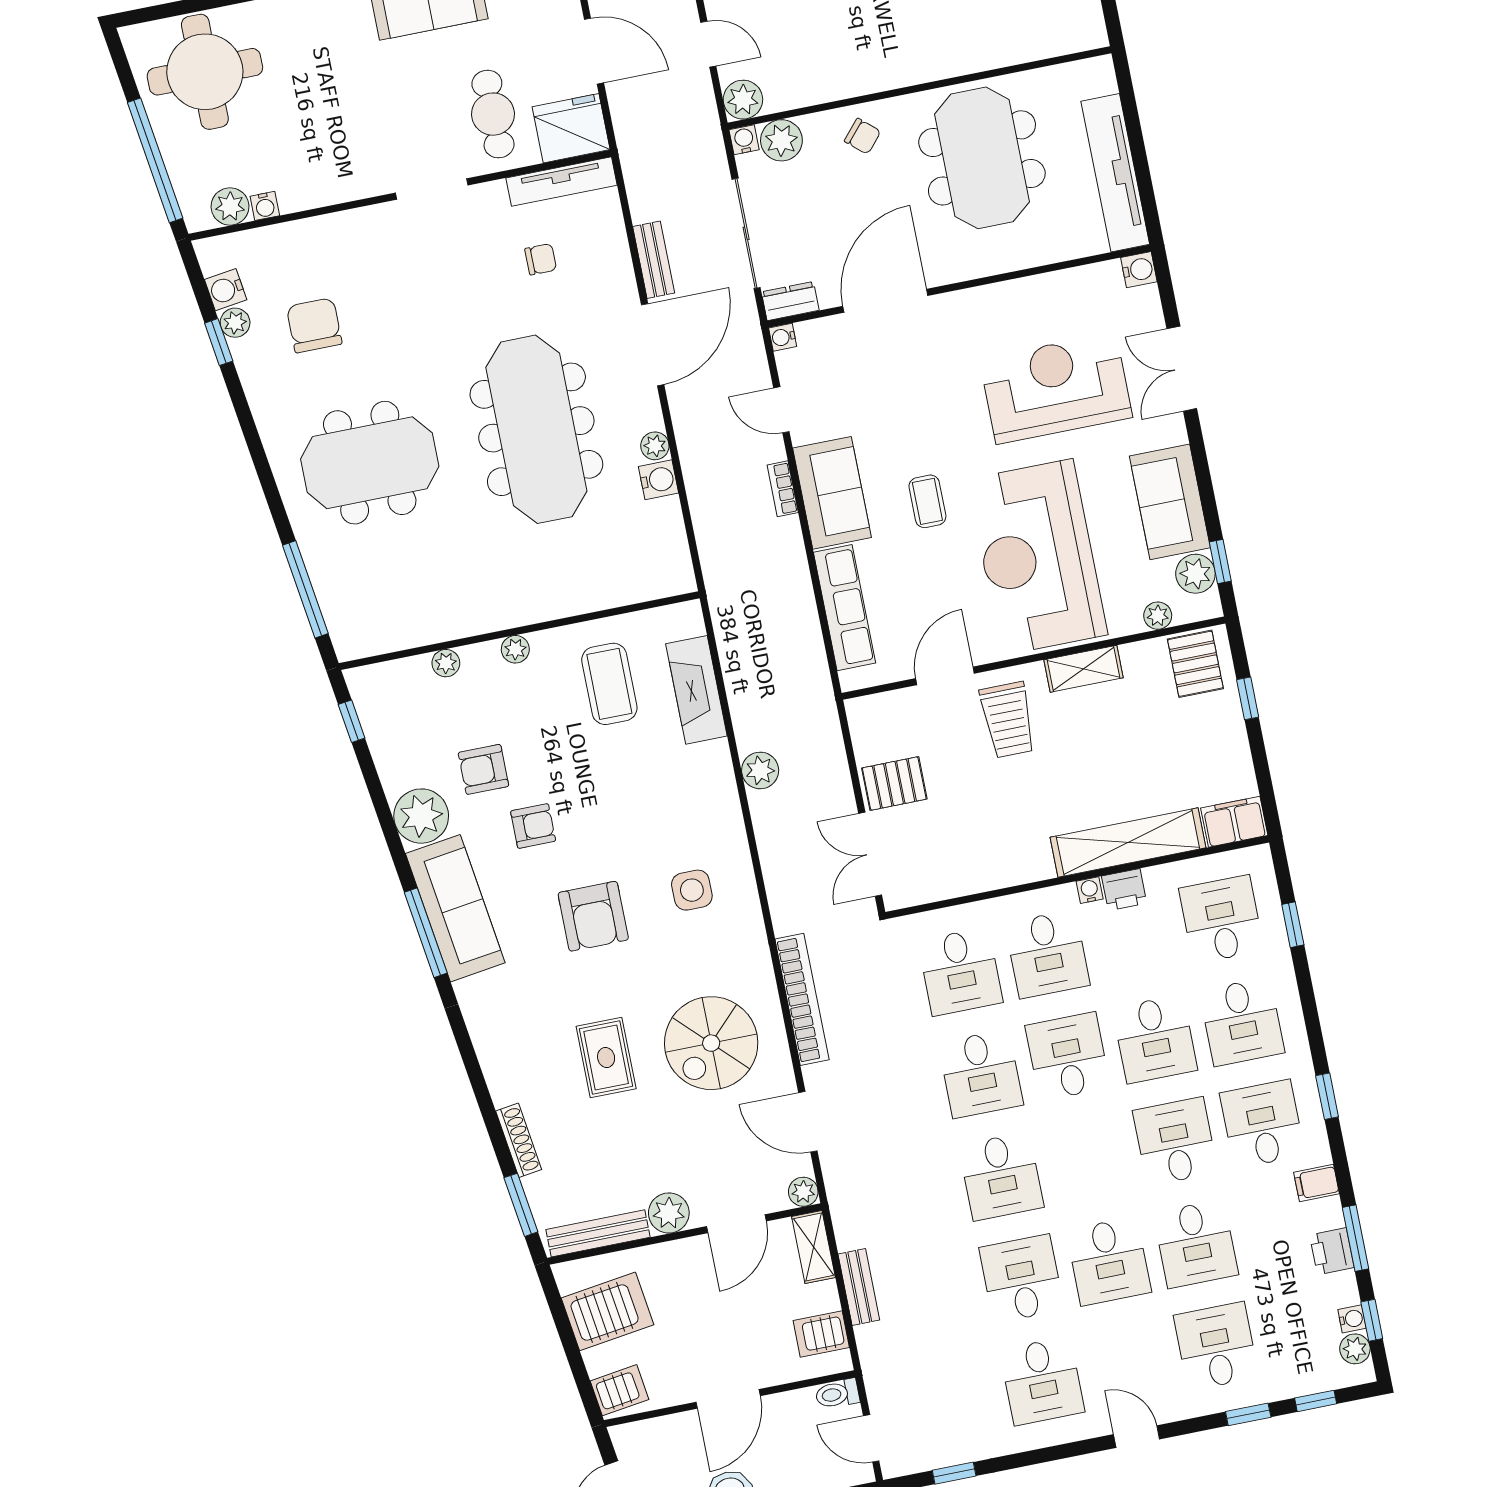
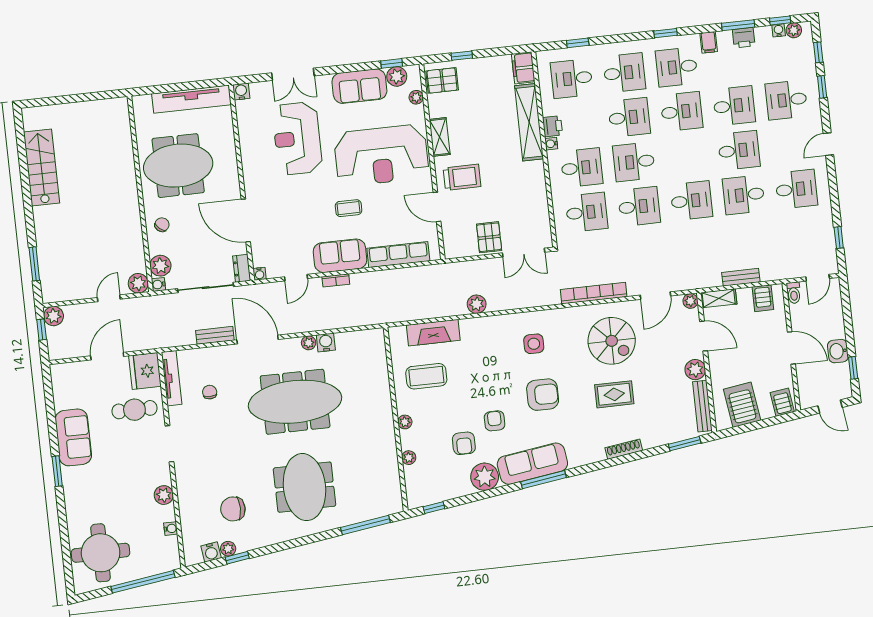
plant: (230, 206) -> (164, 495), moved
shoe rack: (519, 1140) -> (624, 449), moved
desk: (1175, 1141) -> (682, 112), turned 180

